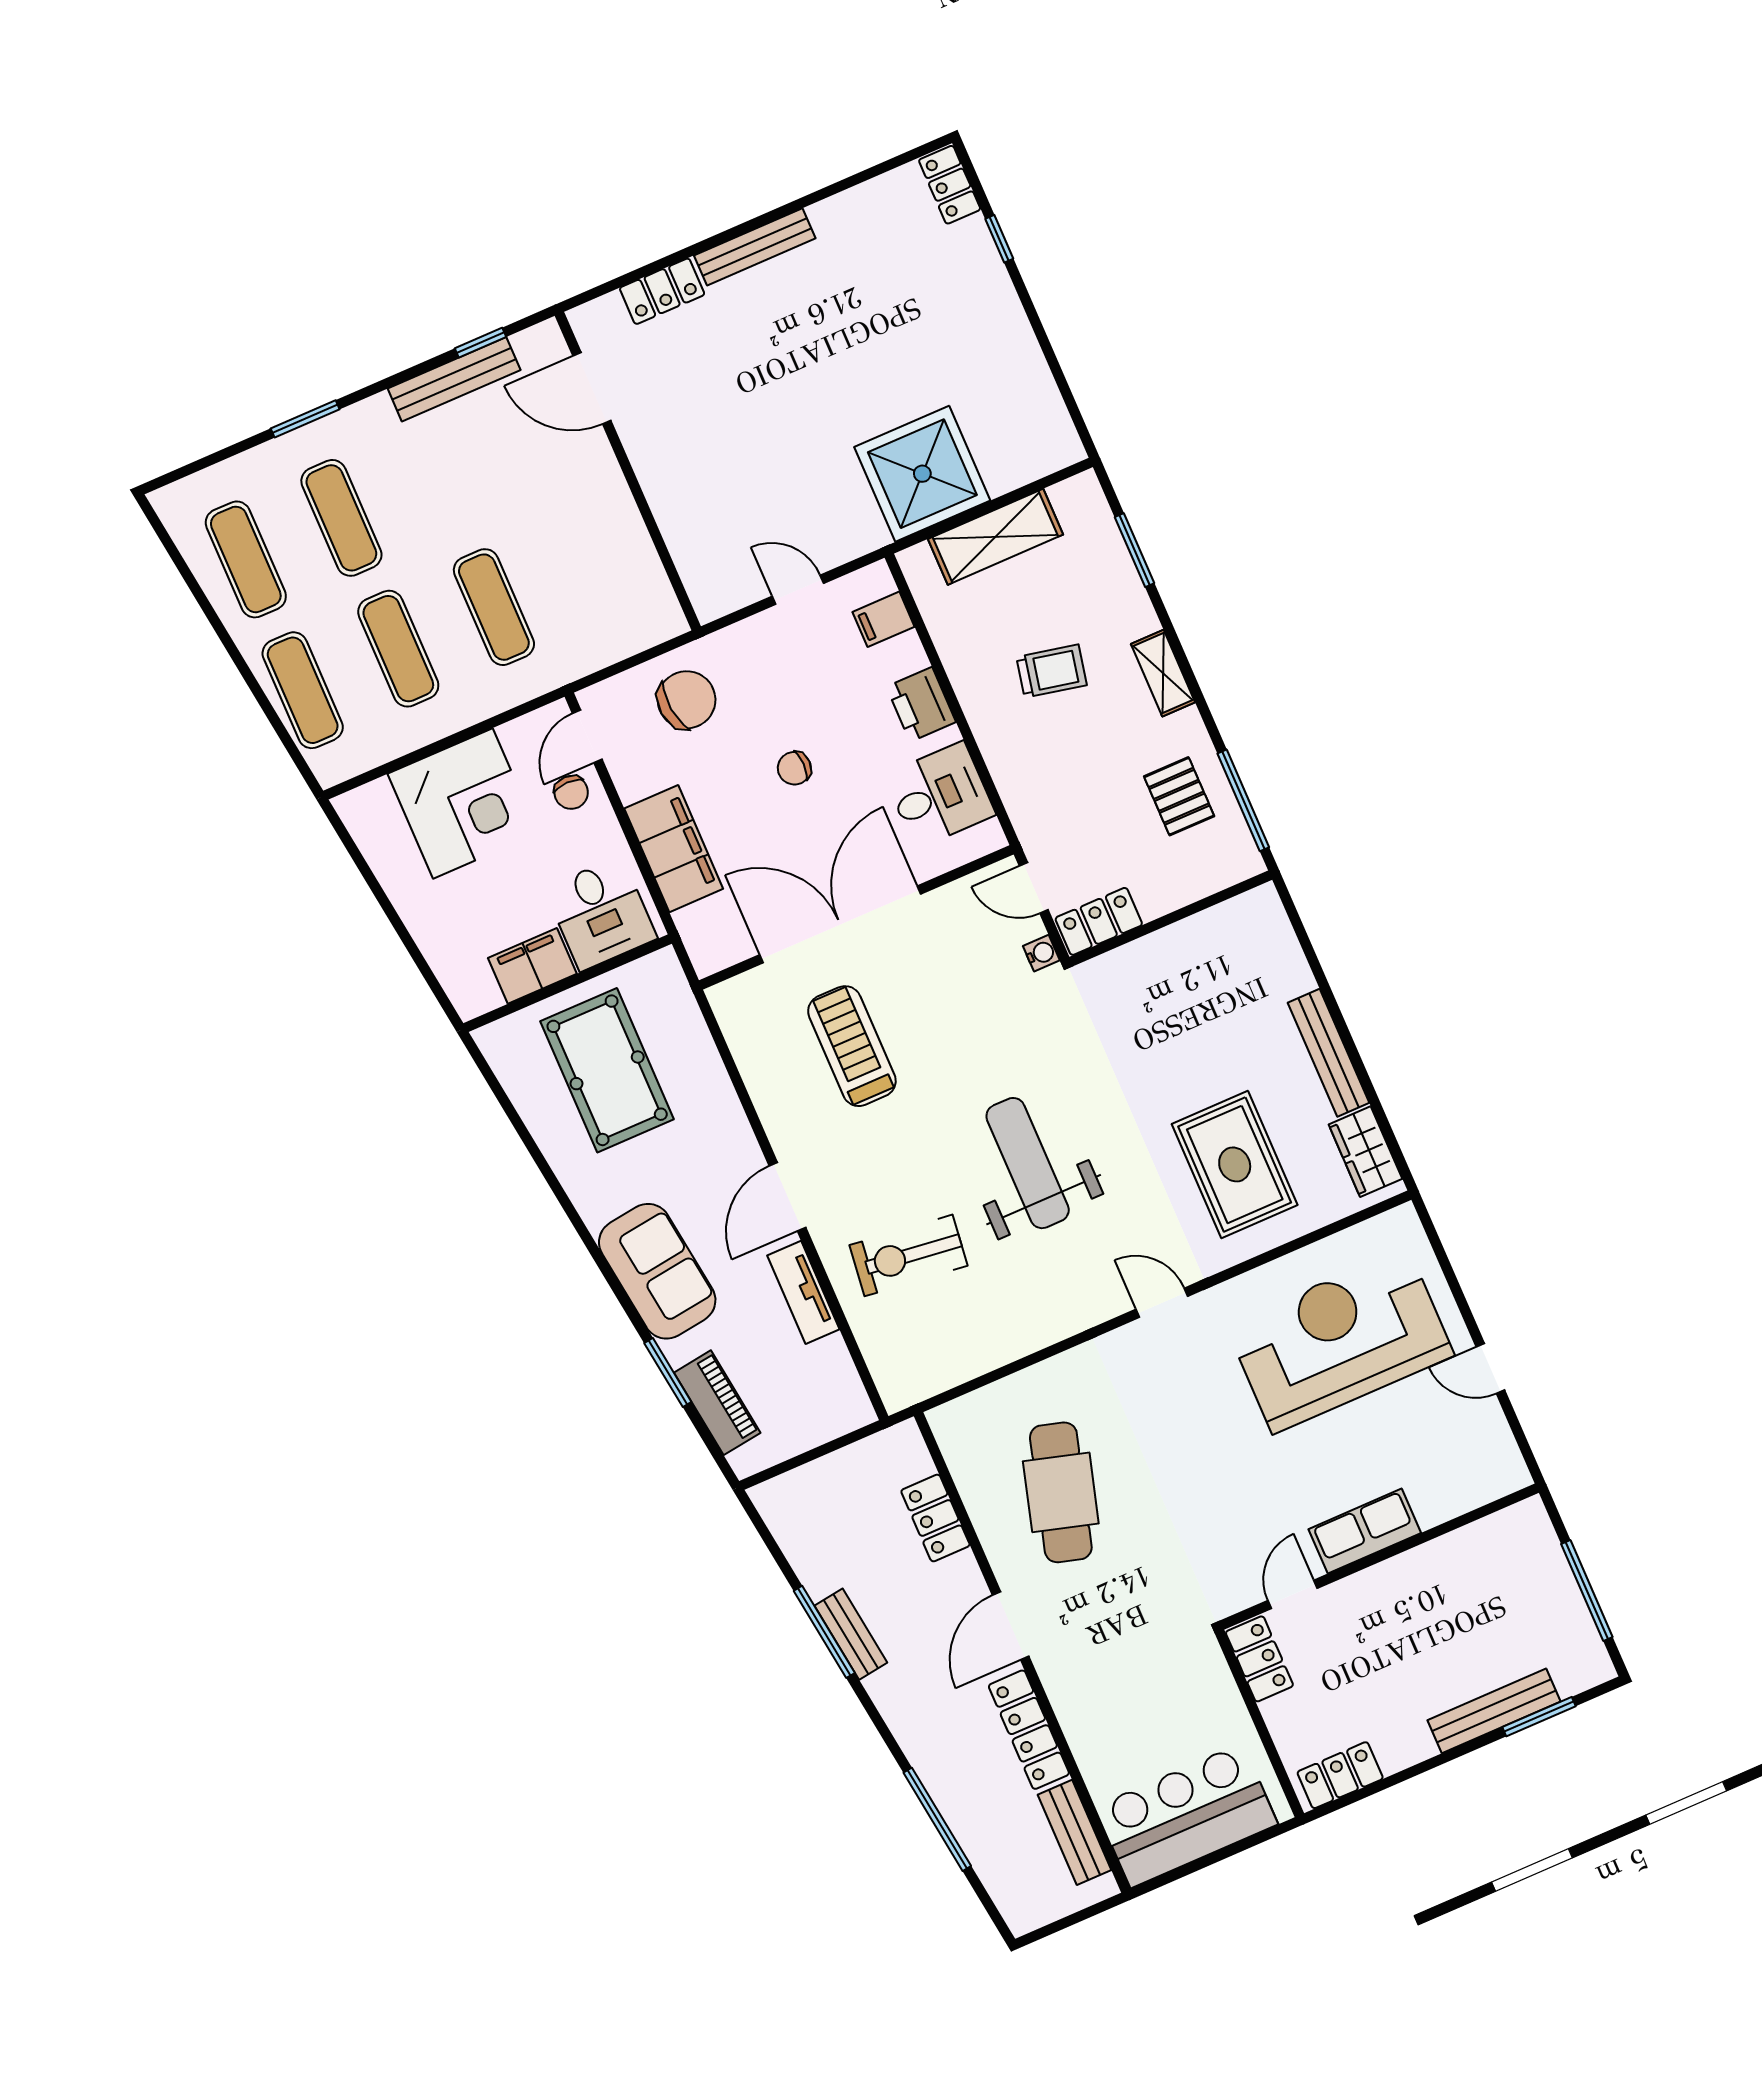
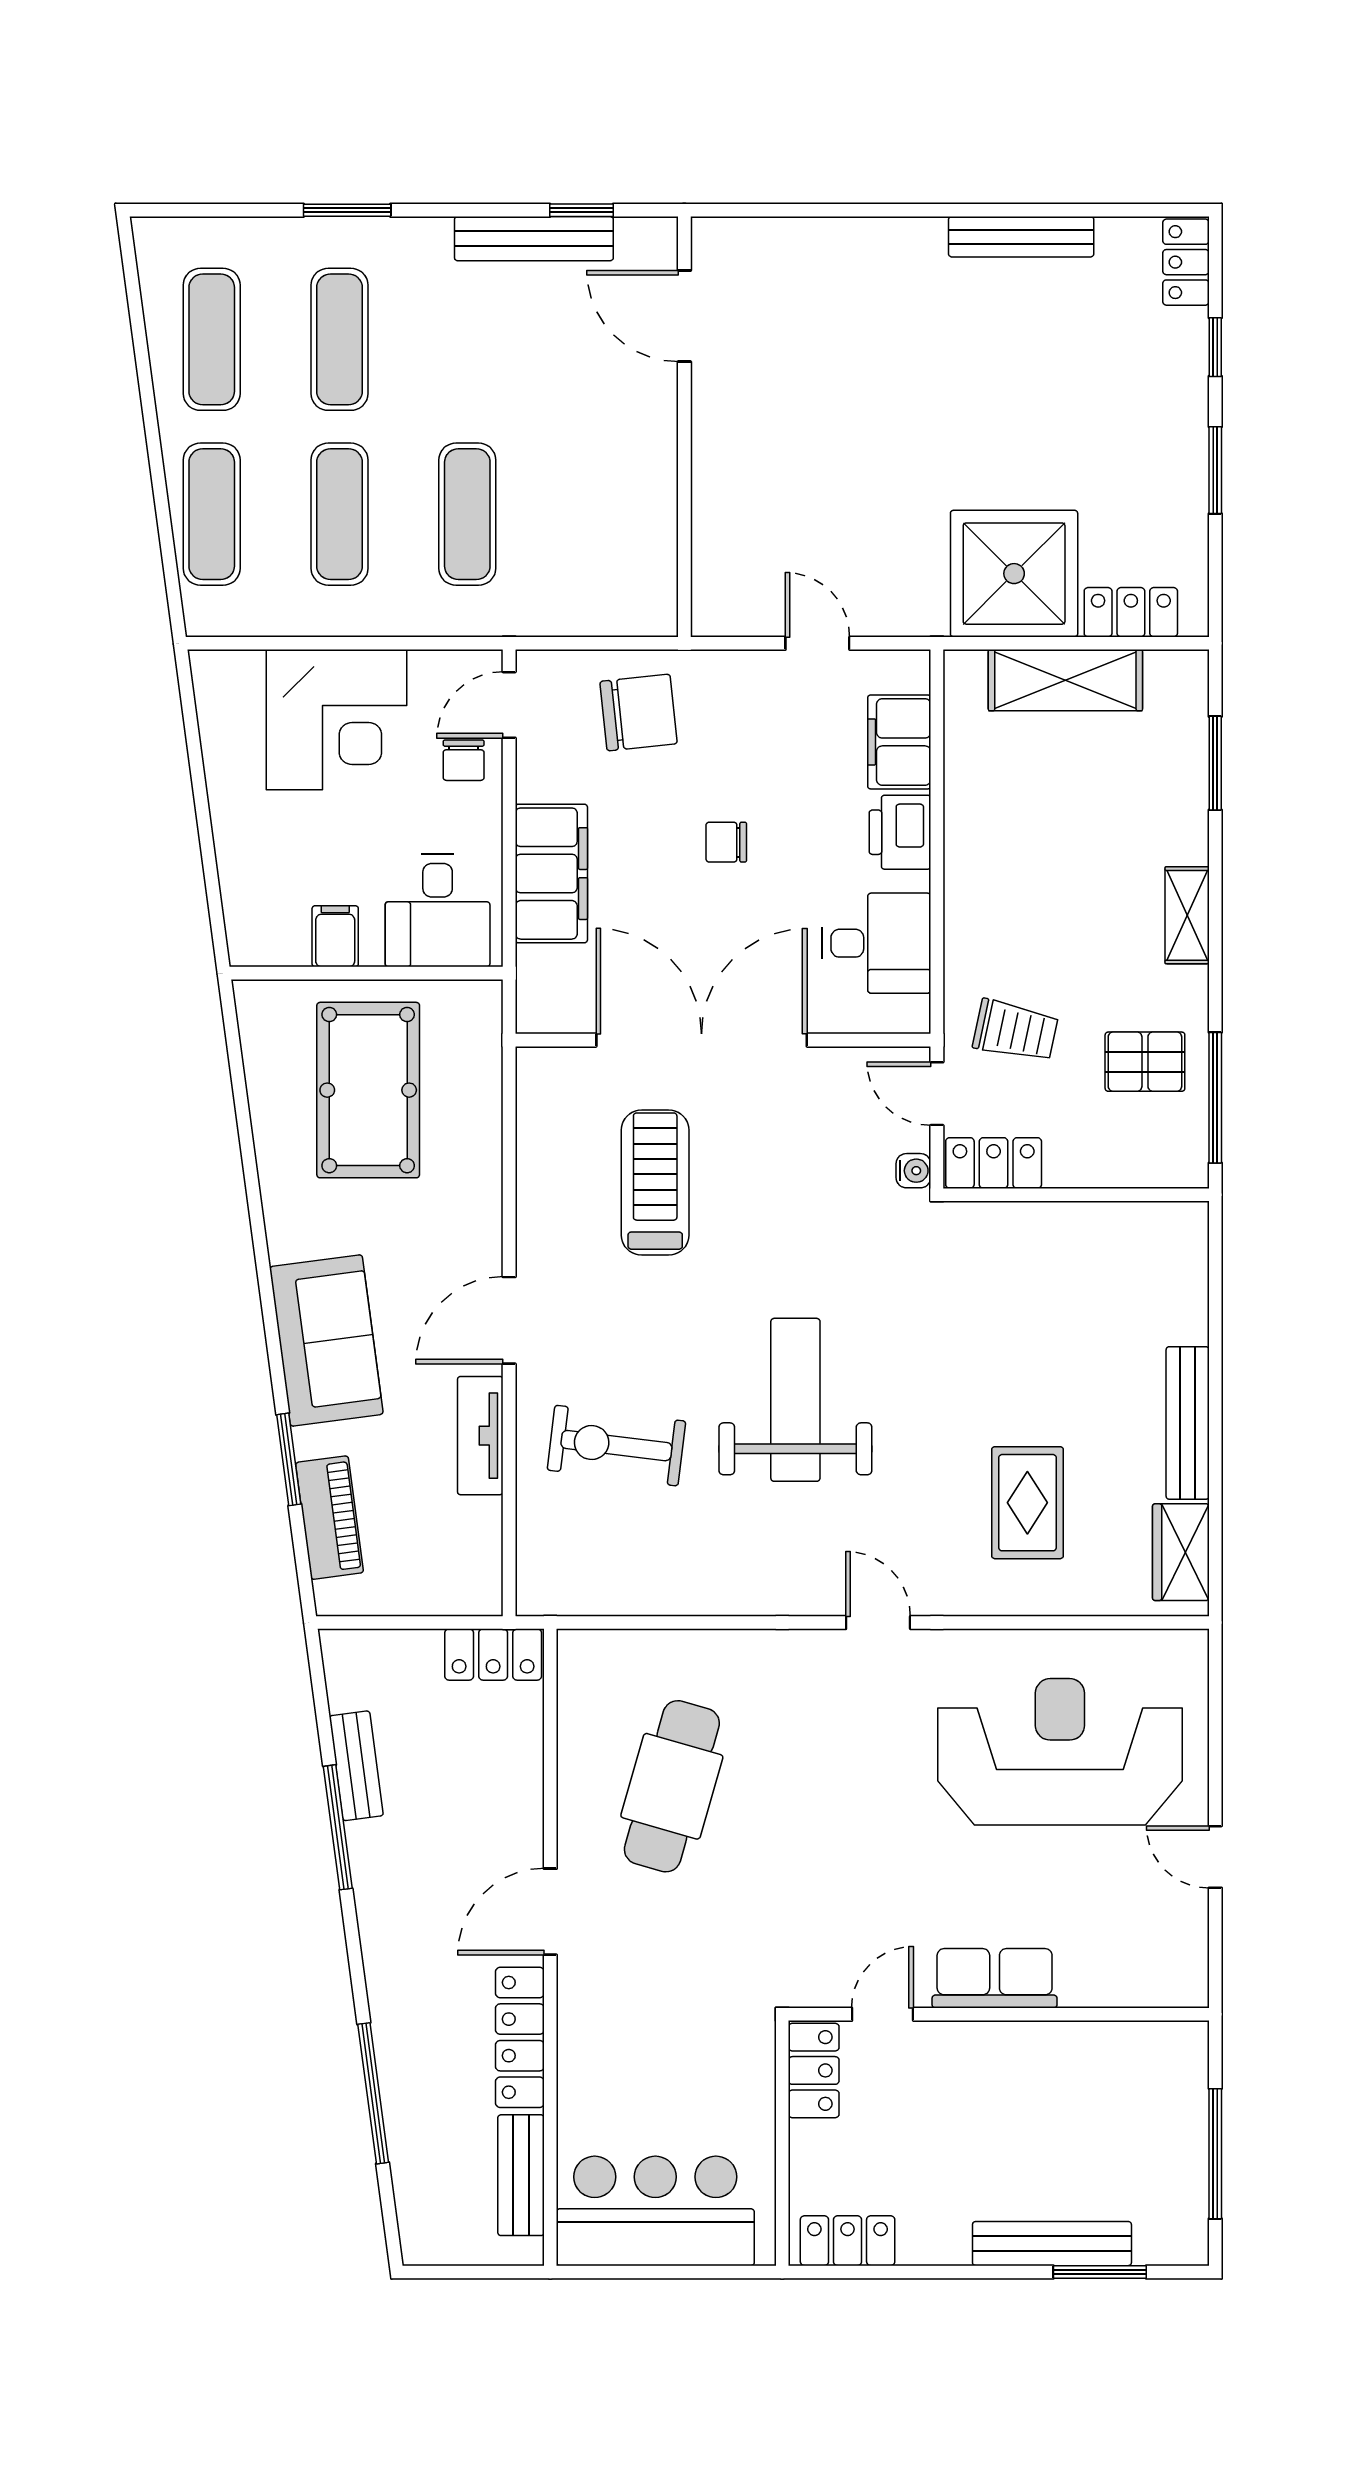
bench: (755, 247) -> (1021, 237), moved
locker: (662, 291) -> (1131, 612), moved, turned 180
window: (1039, 331) -> (1215, 470), added
filing cabinet: (884, 619) -> (899, 742), width x2.00
trolley: (1052, 671) -> (1015, 1031), moved
pallet: (1179, 796) -> (1145, 1062), turned 90
filing cabinet: (532, 966) -> (335, 936), width x0.50
rug: (1235, 1164) -> (1027, 1503), width x0.73, depth x0.70
locker: (935, 1518) -> (493, 1654), moved, turned -90
bench: (851, 1634) -> (356, 1766), moved

